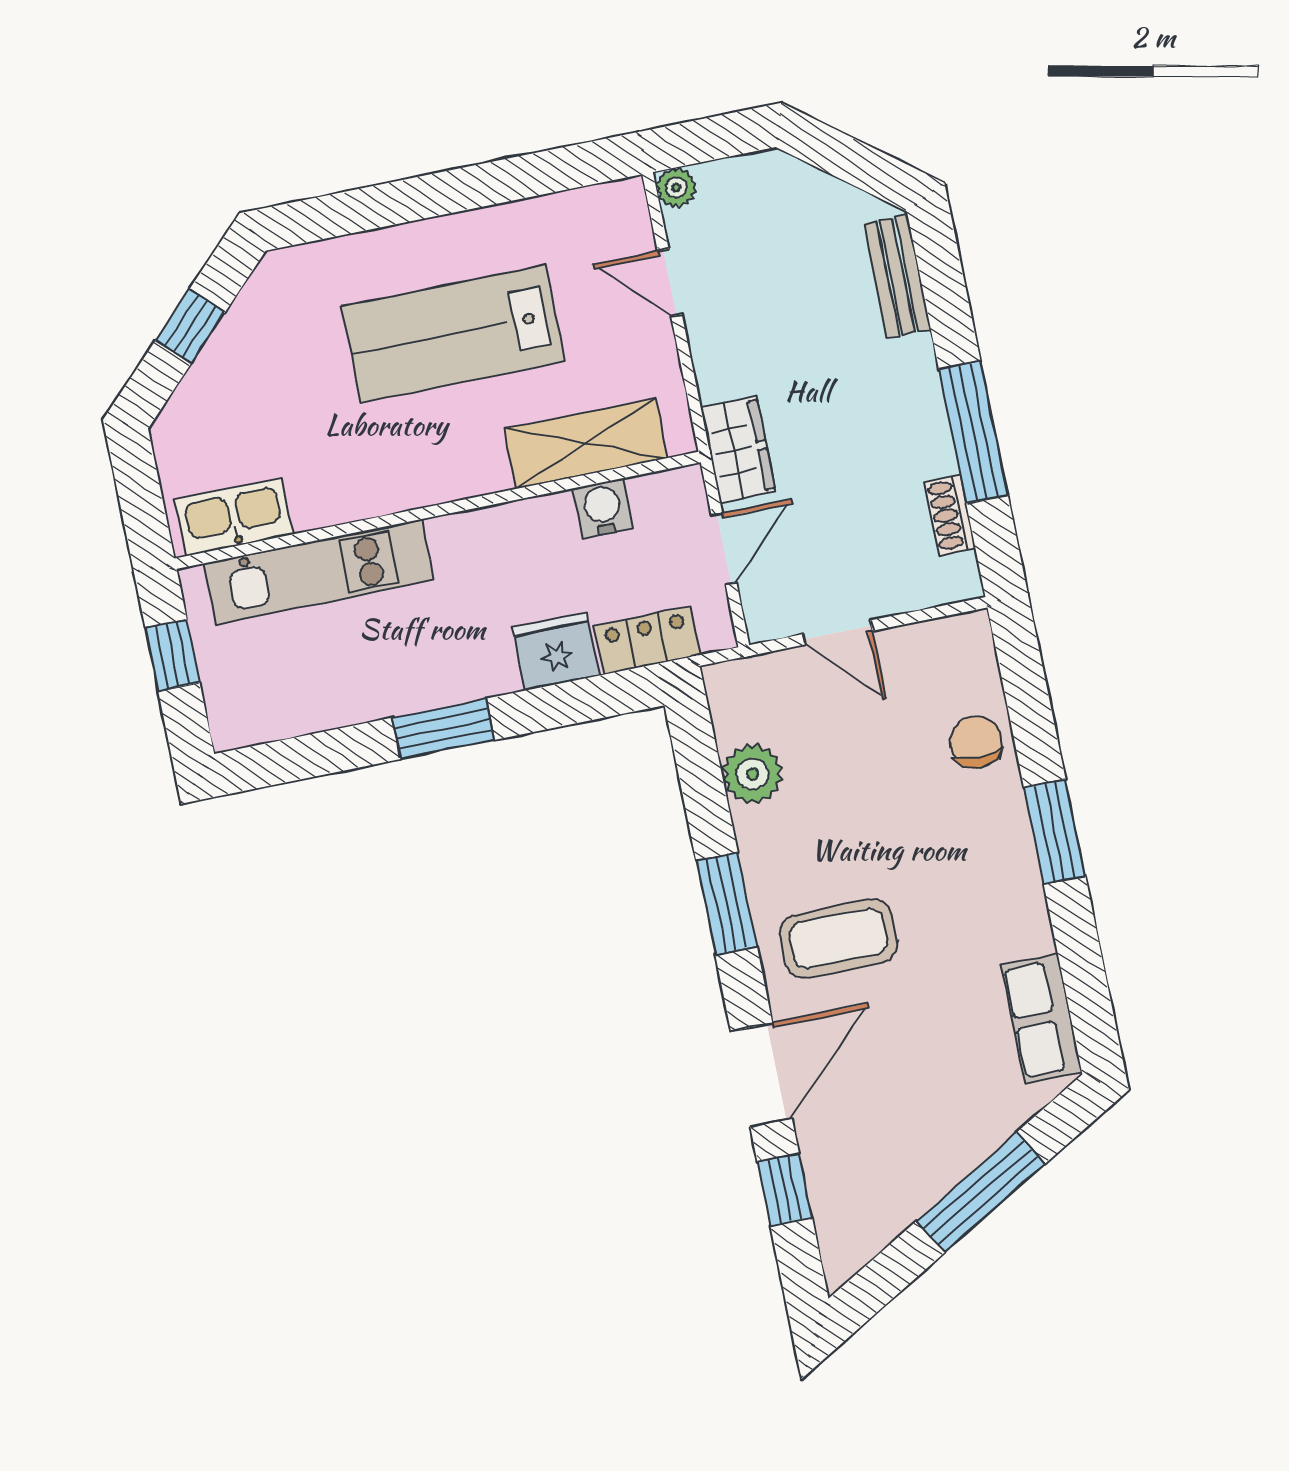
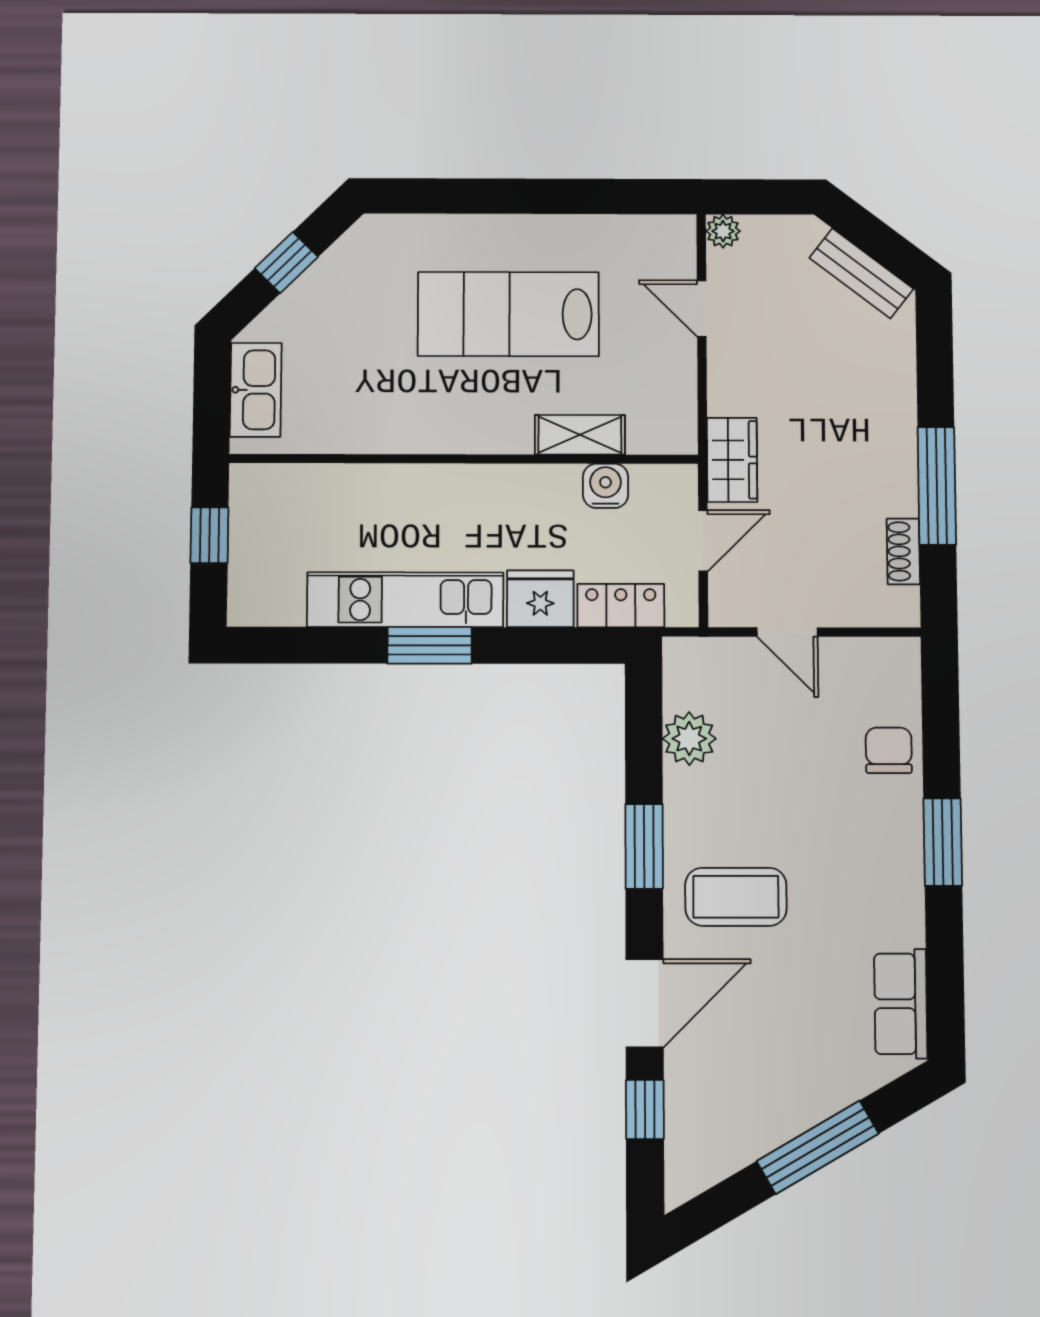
bench: (897, 276) -> (861, 273), moved, turned -52
shelving: (586, 443) -> (580, 435), width x0.67, depth x0.75
kitchen sink: (234, 517) -> (256, 390), moved, turned 90
kitchen unit: (319, 572) -> (405, 600), moved, turned 180

